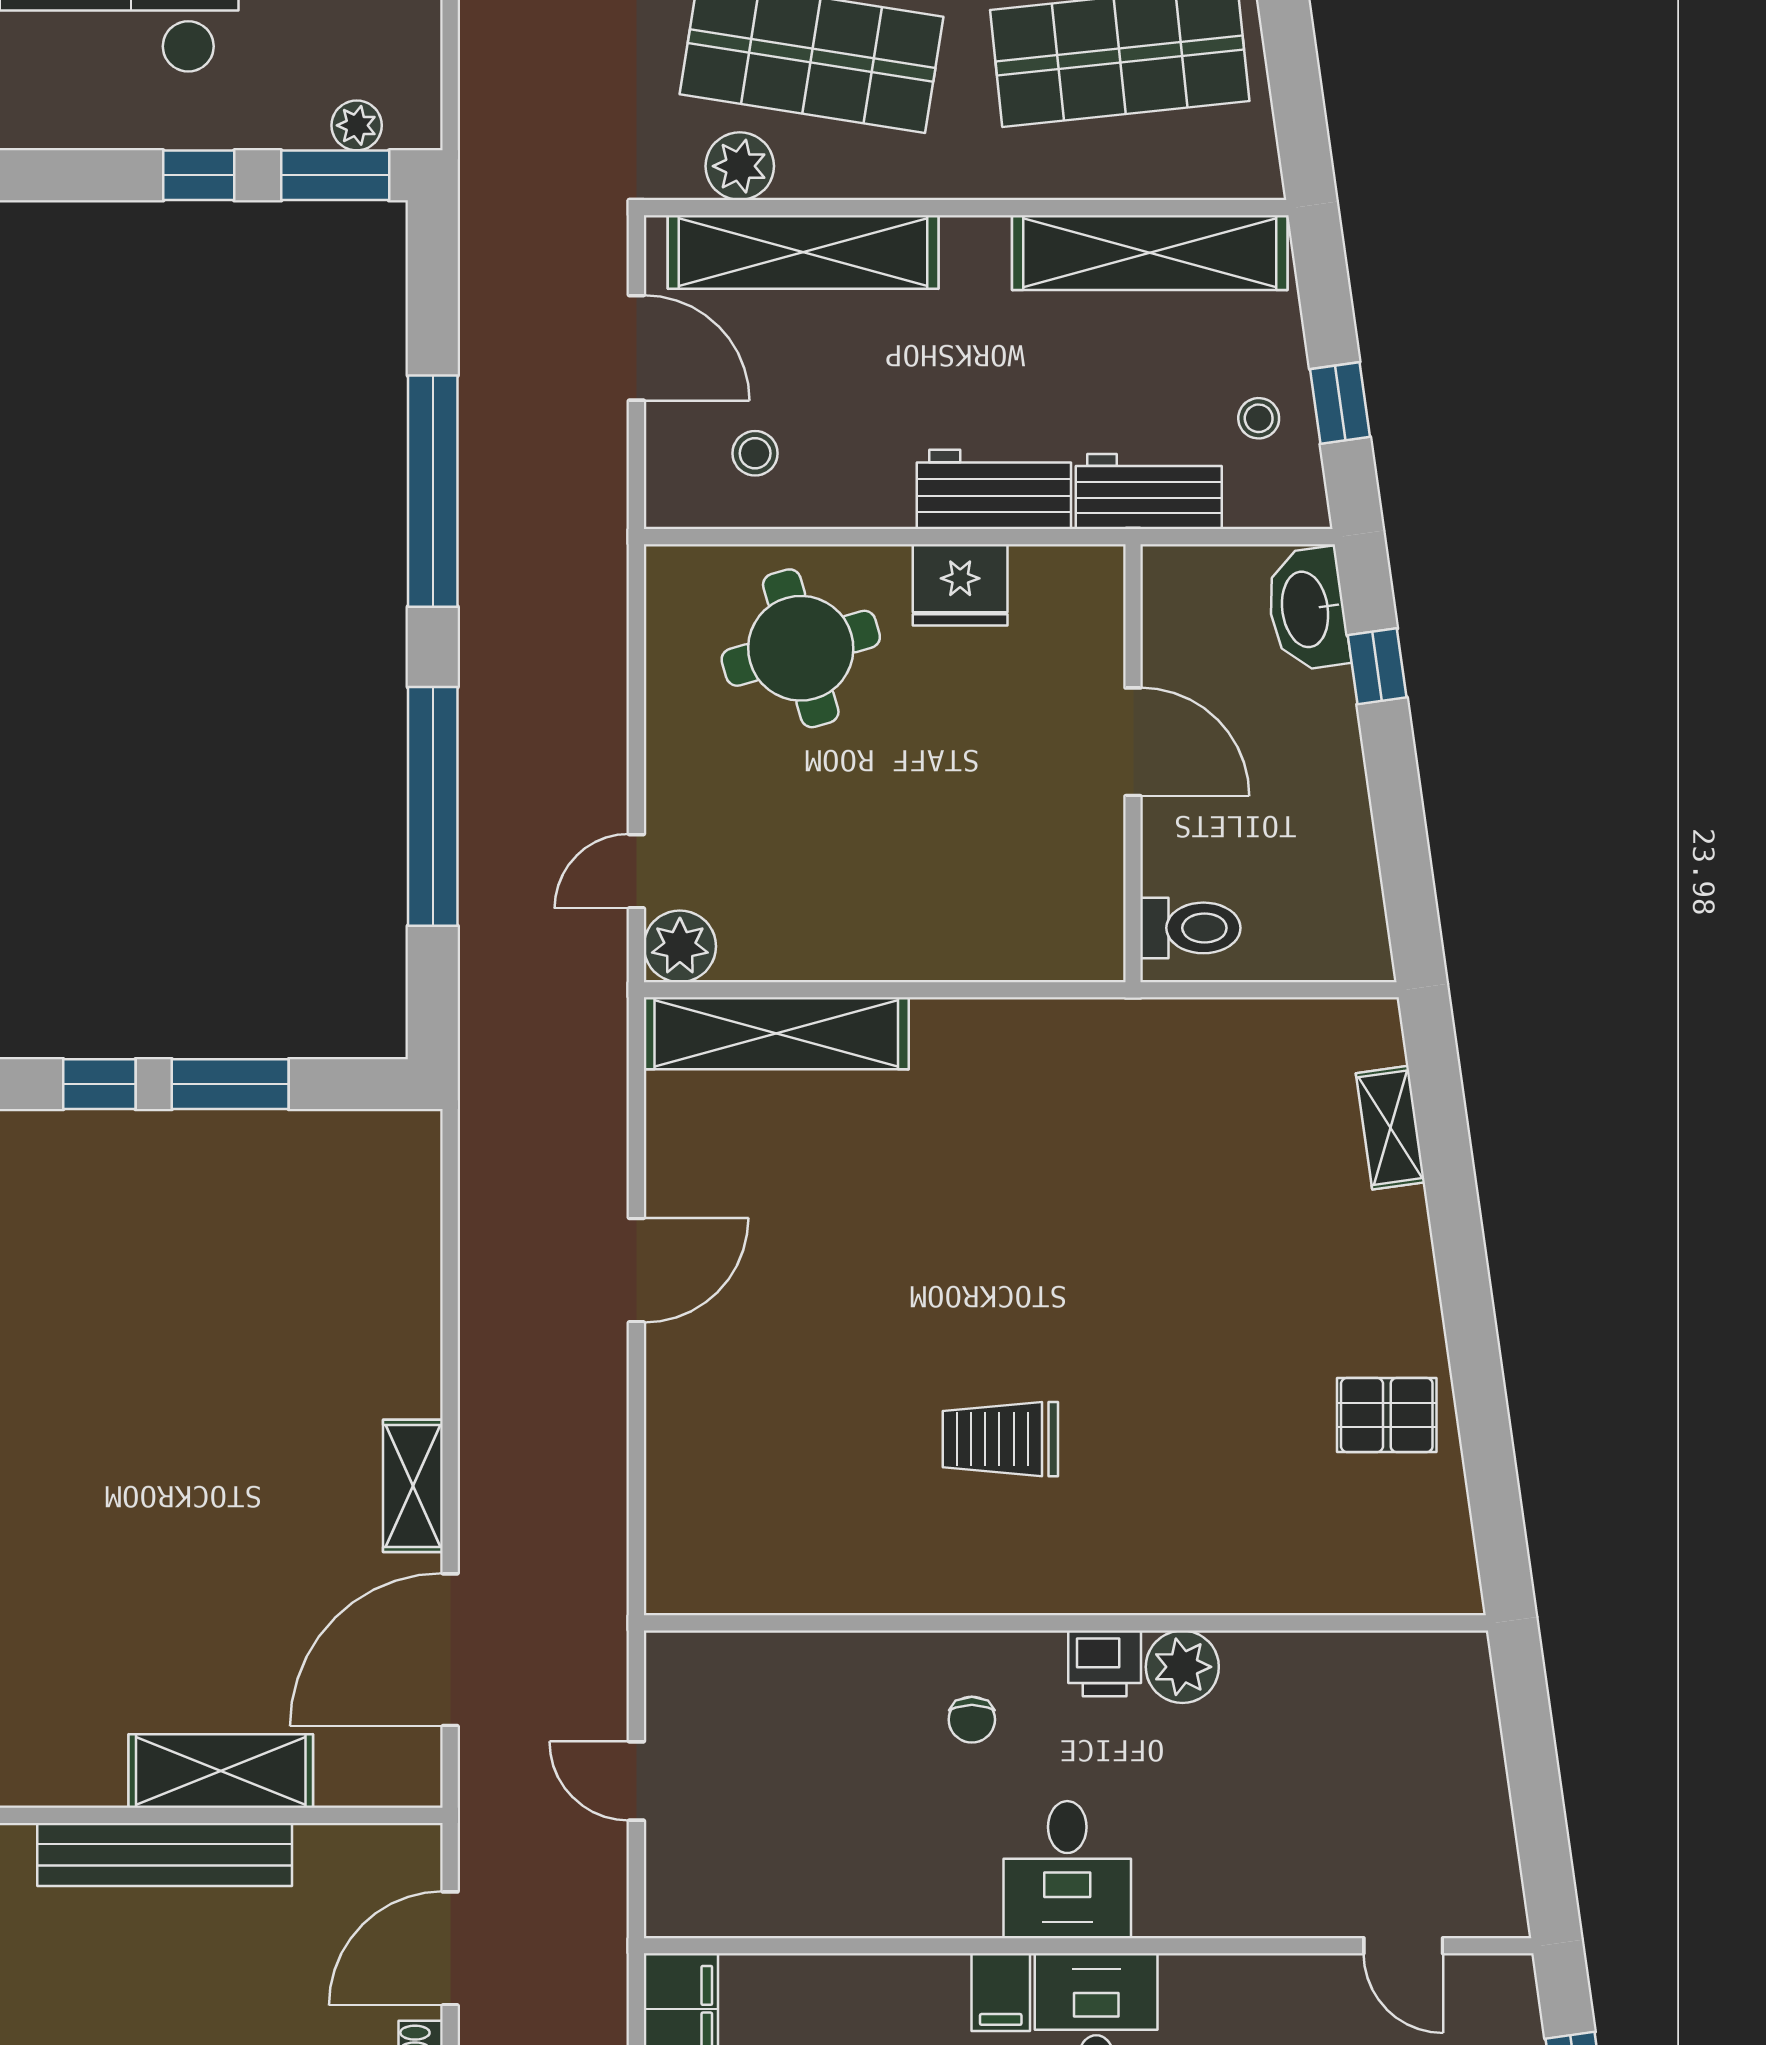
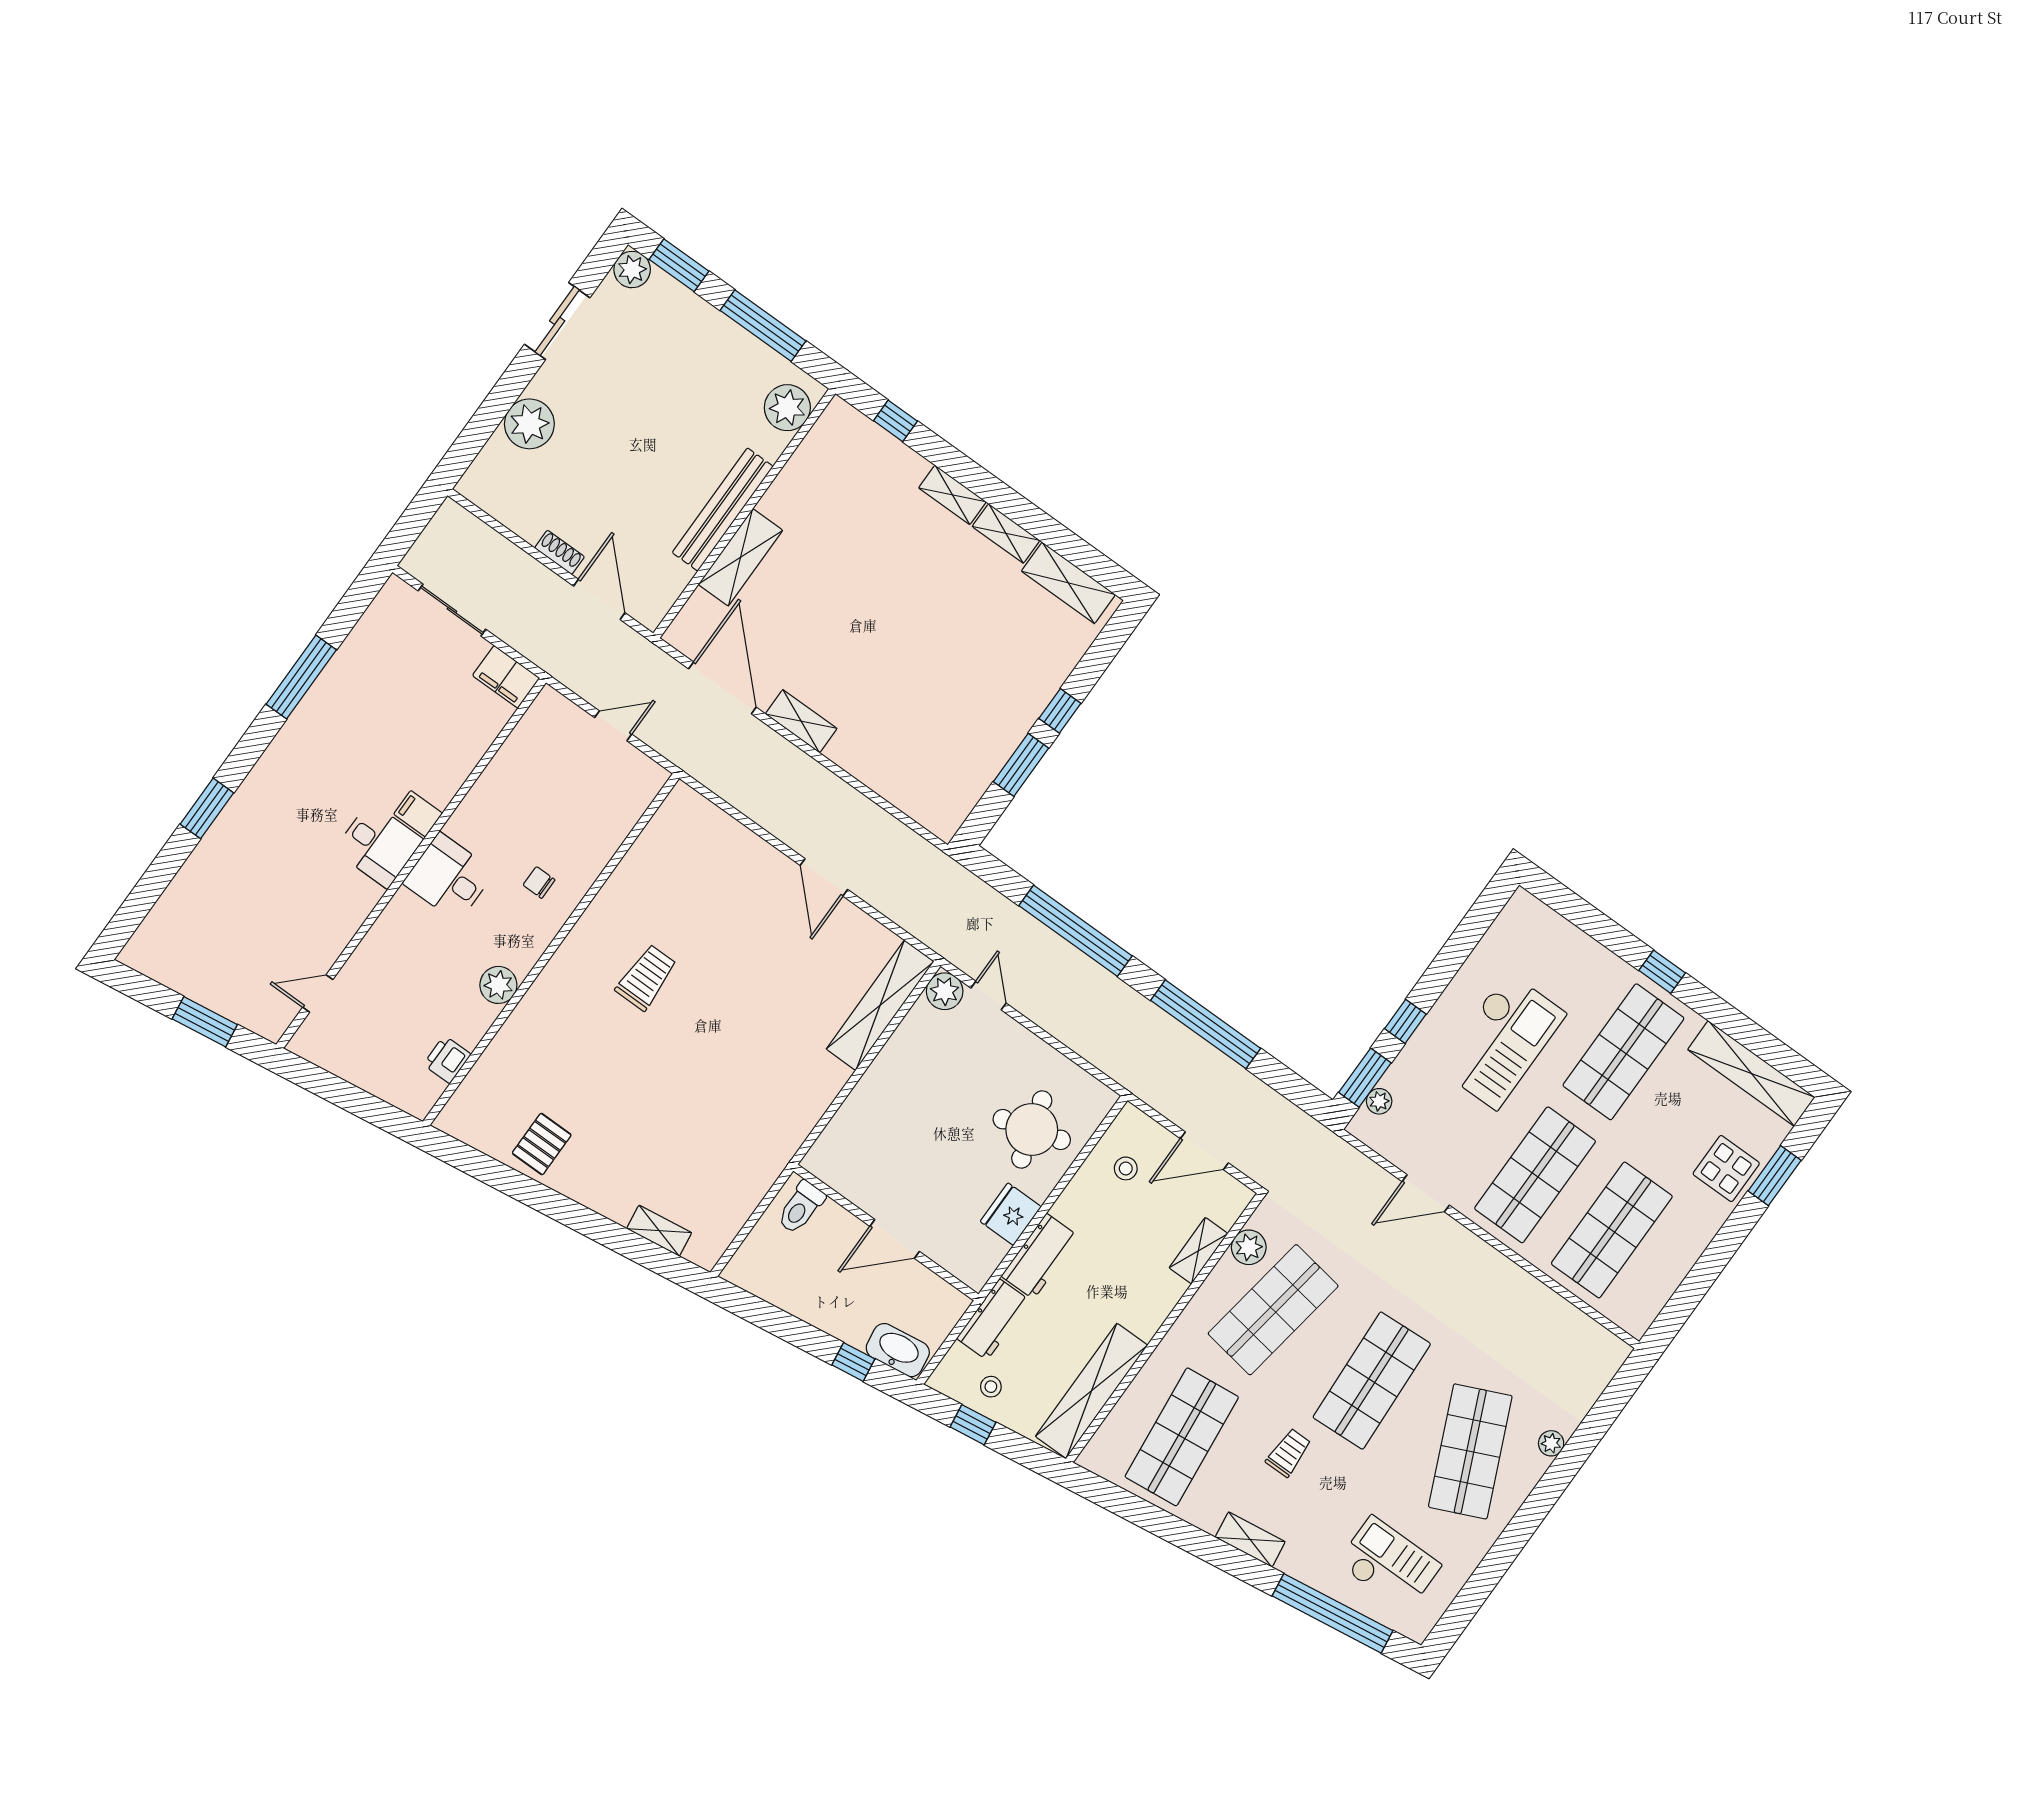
shelving: (803, 252) -> (1198, 1251), width x0.45, depth x0.75
printer: (1105, 1663) -> (447, 1059), moved

